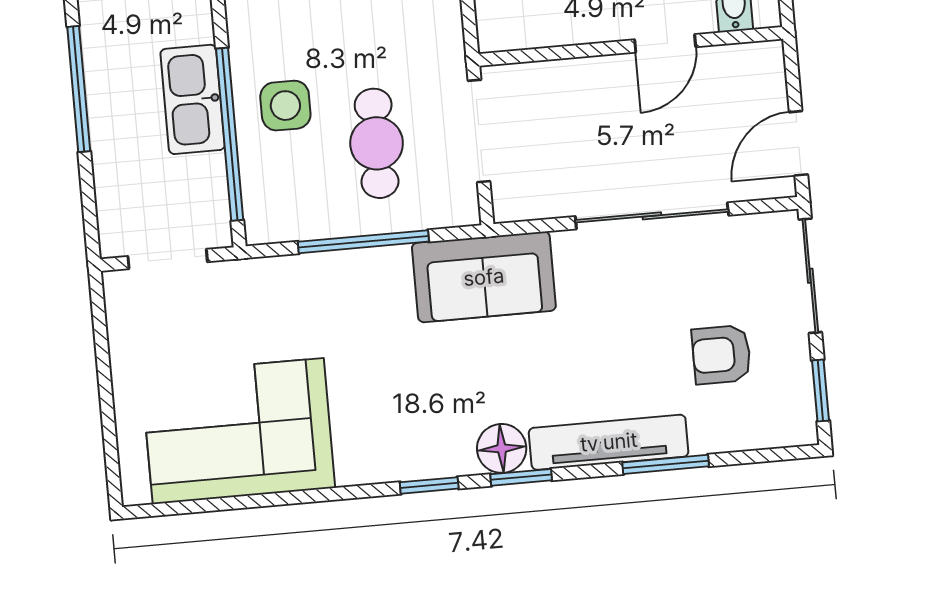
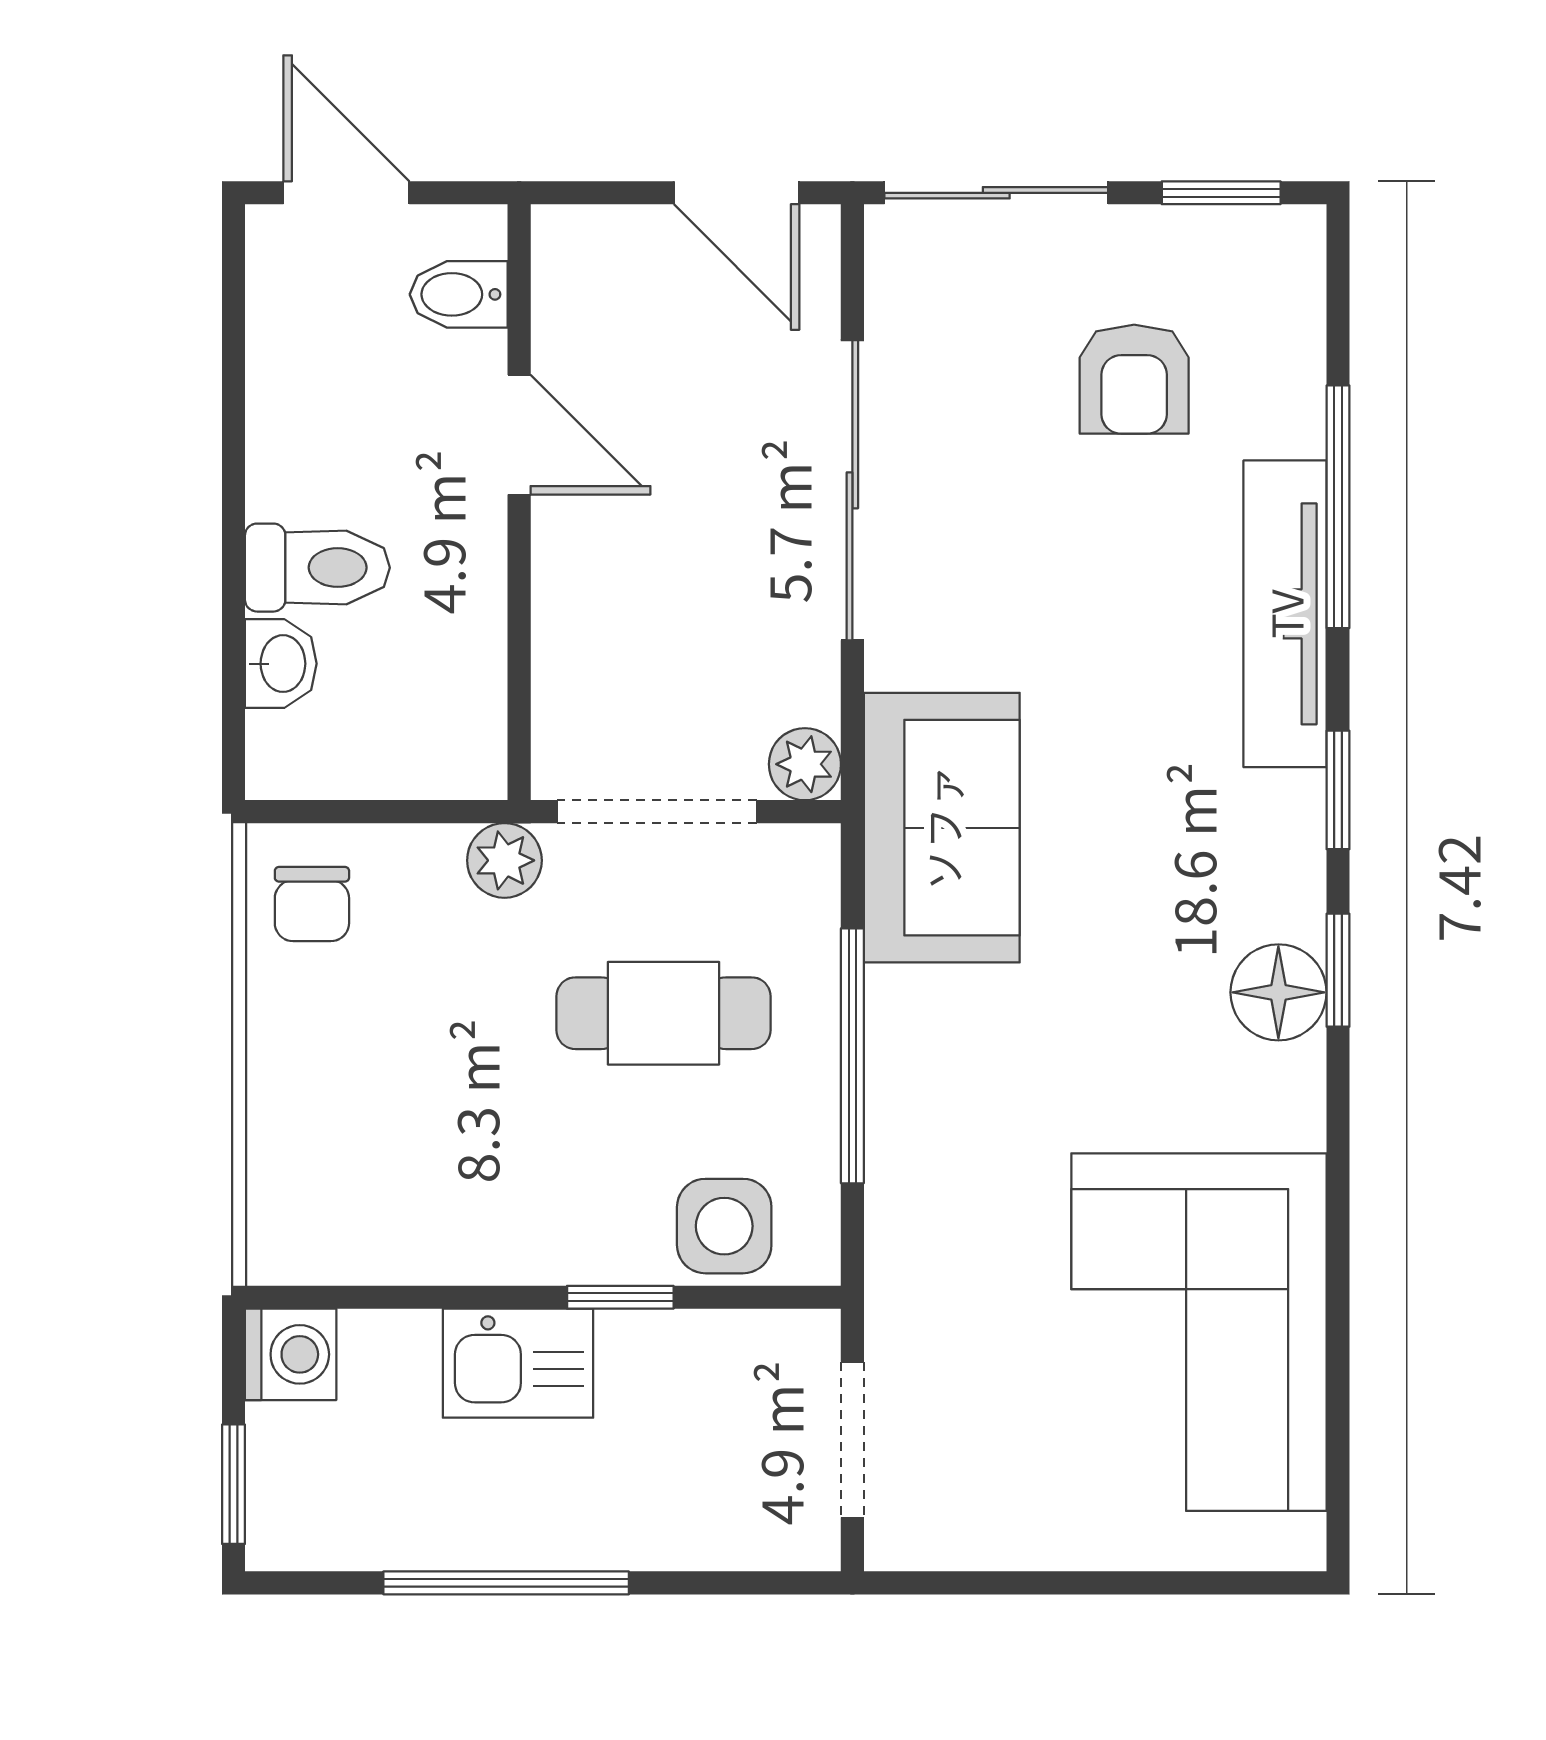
plant: (447, 55) -> (504, 860), added
kitchen sink: (193, 99) -> (518, 1363), width x0.73
side table: (285, 106) -> (724, 1226), moved
window: (230, 134) -> (620, 1297), width x0.32
plant: (510, 204) -> (805, 764), added
floor lamp: (502, 448) -> (1278, 992), moved
window: (666, 464) -> (1338, 507), width x1.44

